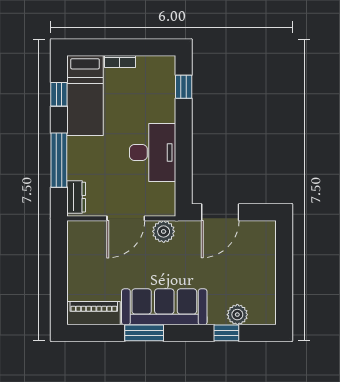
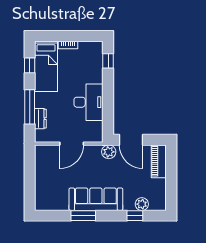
dresser: (76, 197) -> (40, 119), moved
door: (220, 212) -> (131, 140), hinge flipped
plant: (164, 231) -> (109, 152), moved
piano: (94, 313) -> (159, 161), moved, turned -90

